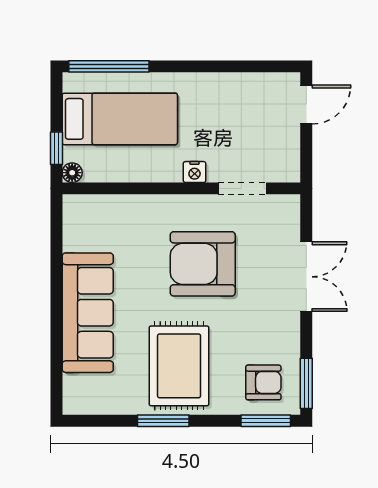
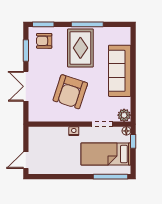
doorway: (242, 188) -> (102, 124), moved
plant: (77, 209) -> (124, 115), added
armchair: (203, 264) -> (70, 92), turned 108
window: (306, 383) -> (26, 50), moved
window: (163, 421) -> (87, 24), width x1.44

